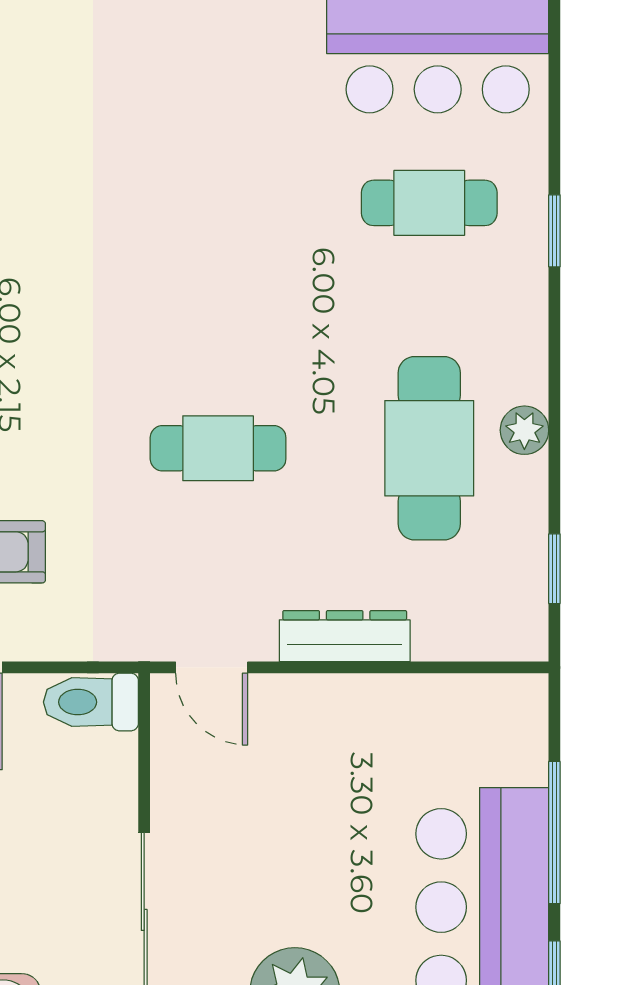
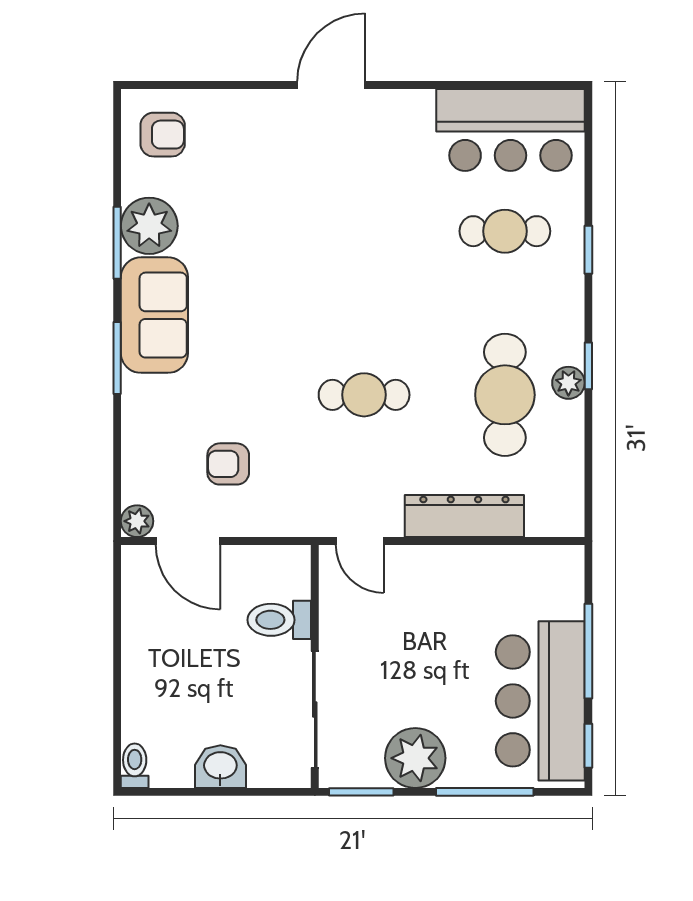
window: (554, 569) -> (588, 366), moved
dresser: (345, 636) -> (464, 516), width x1.37, depth x1.24
toilet: (91, 702) -> (279, 620), moved

